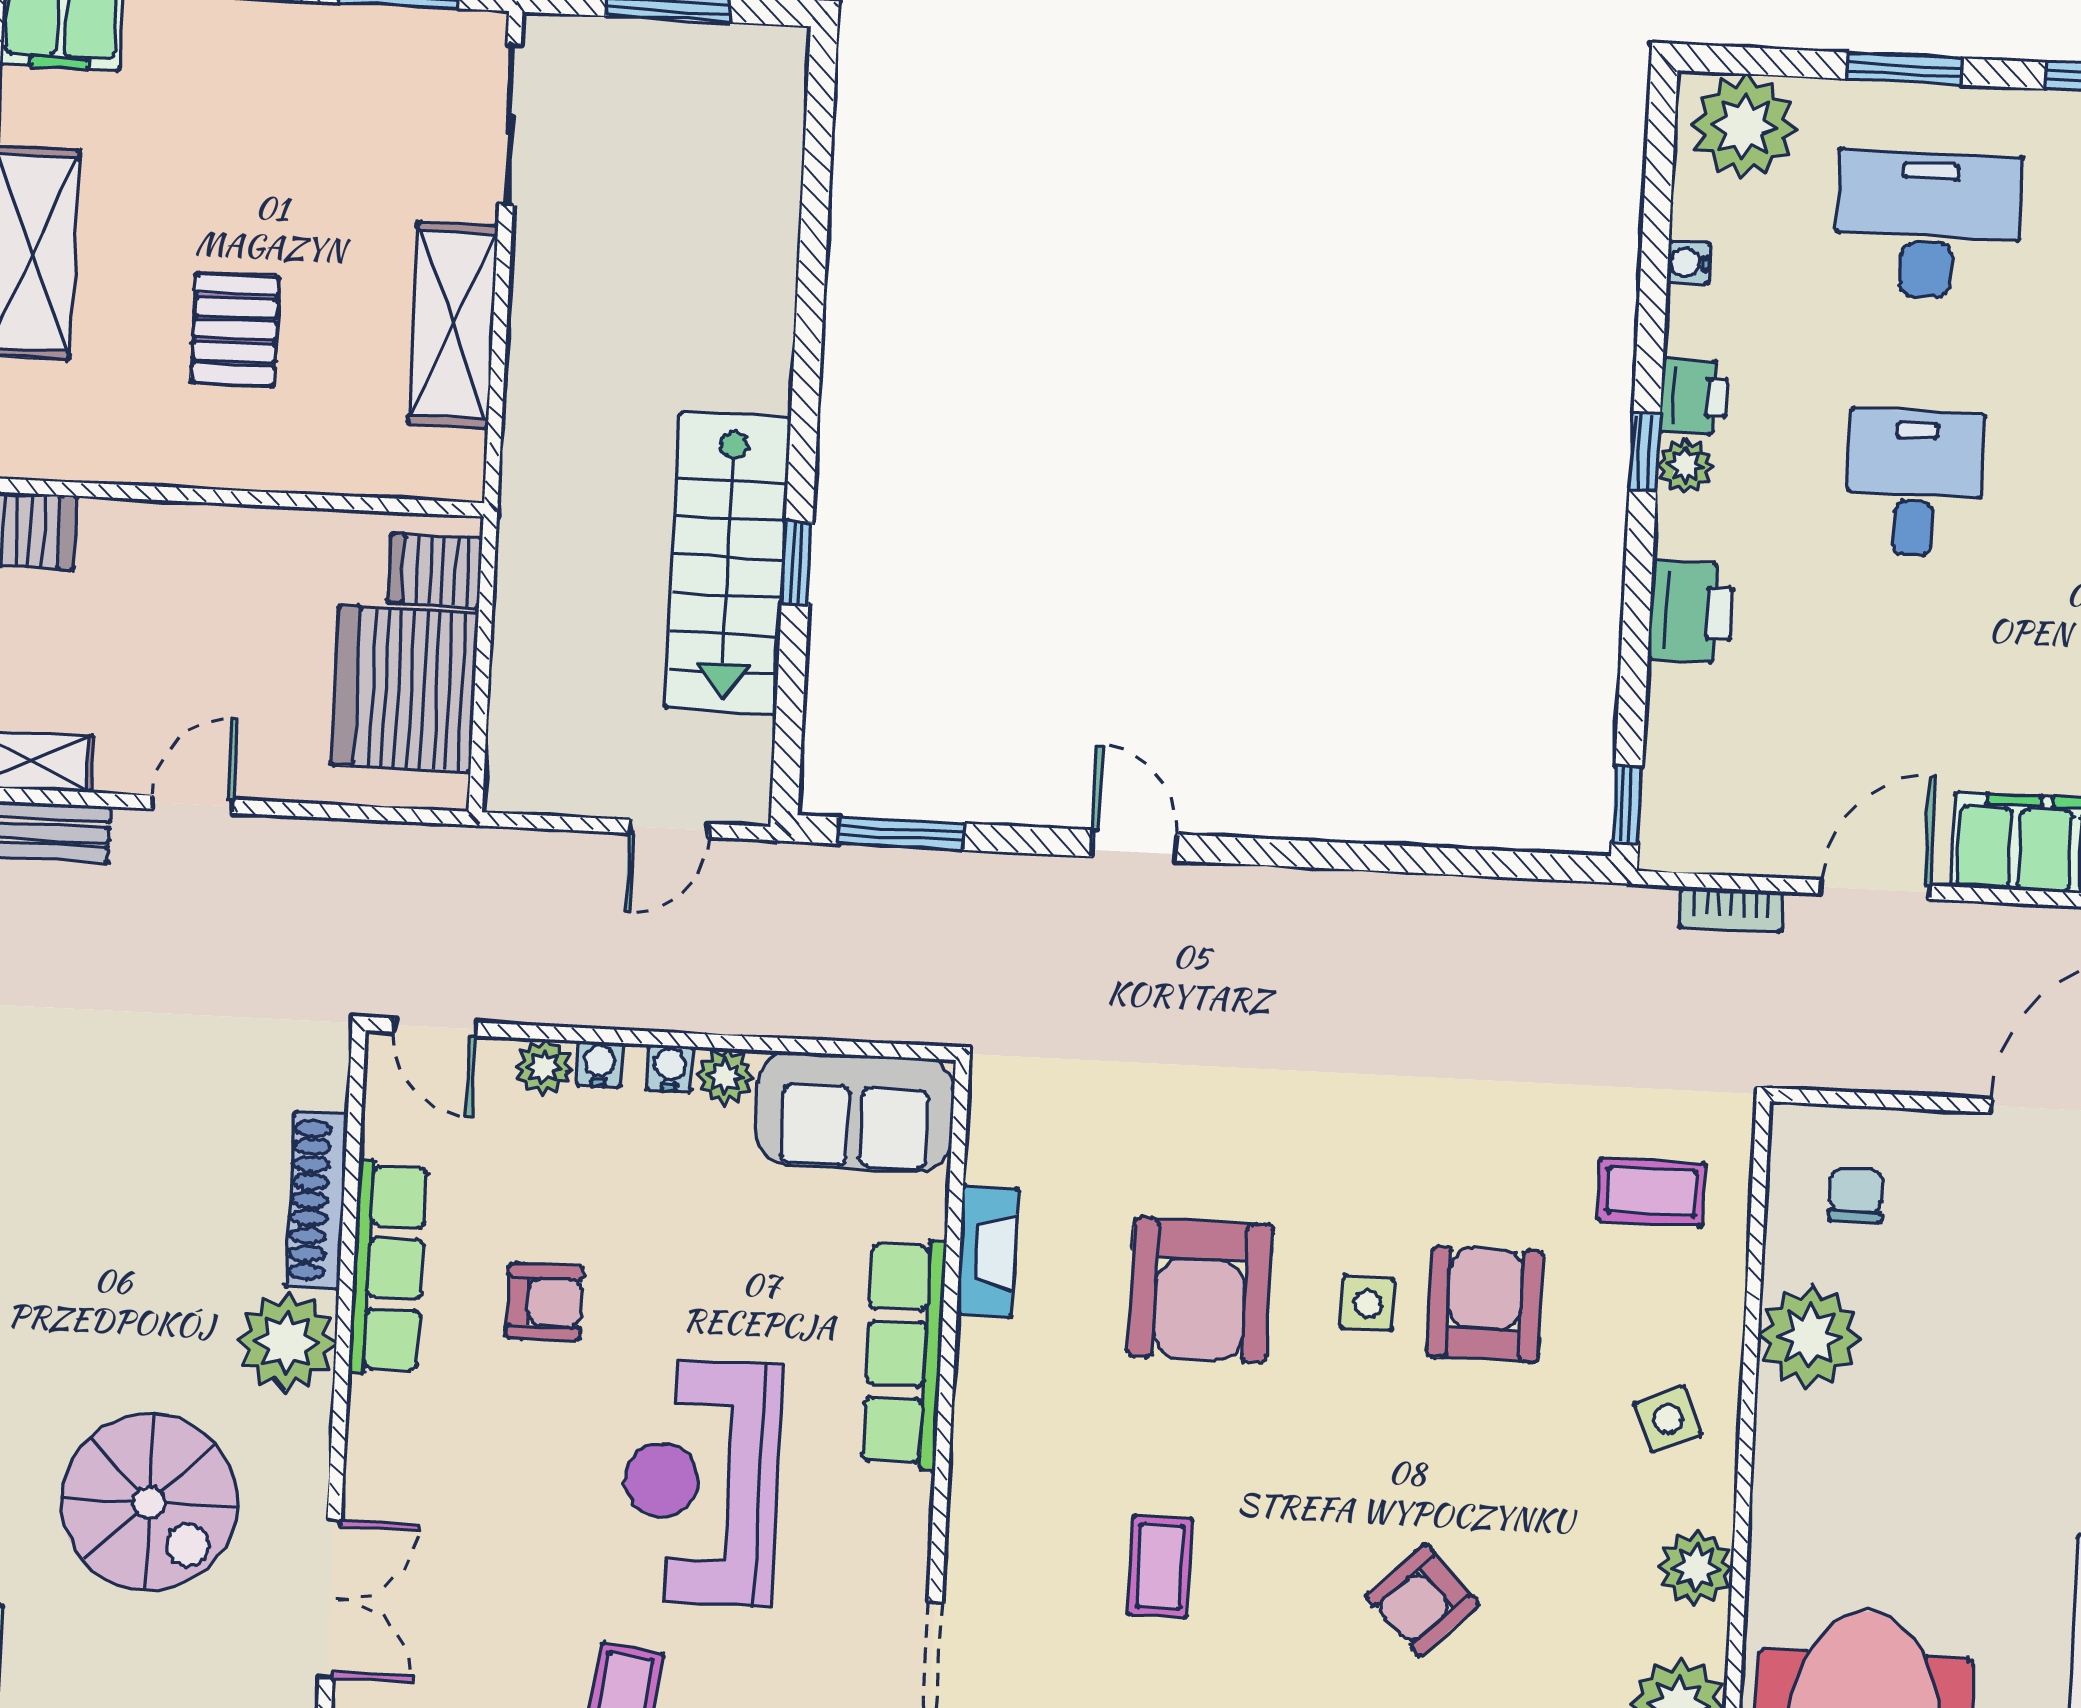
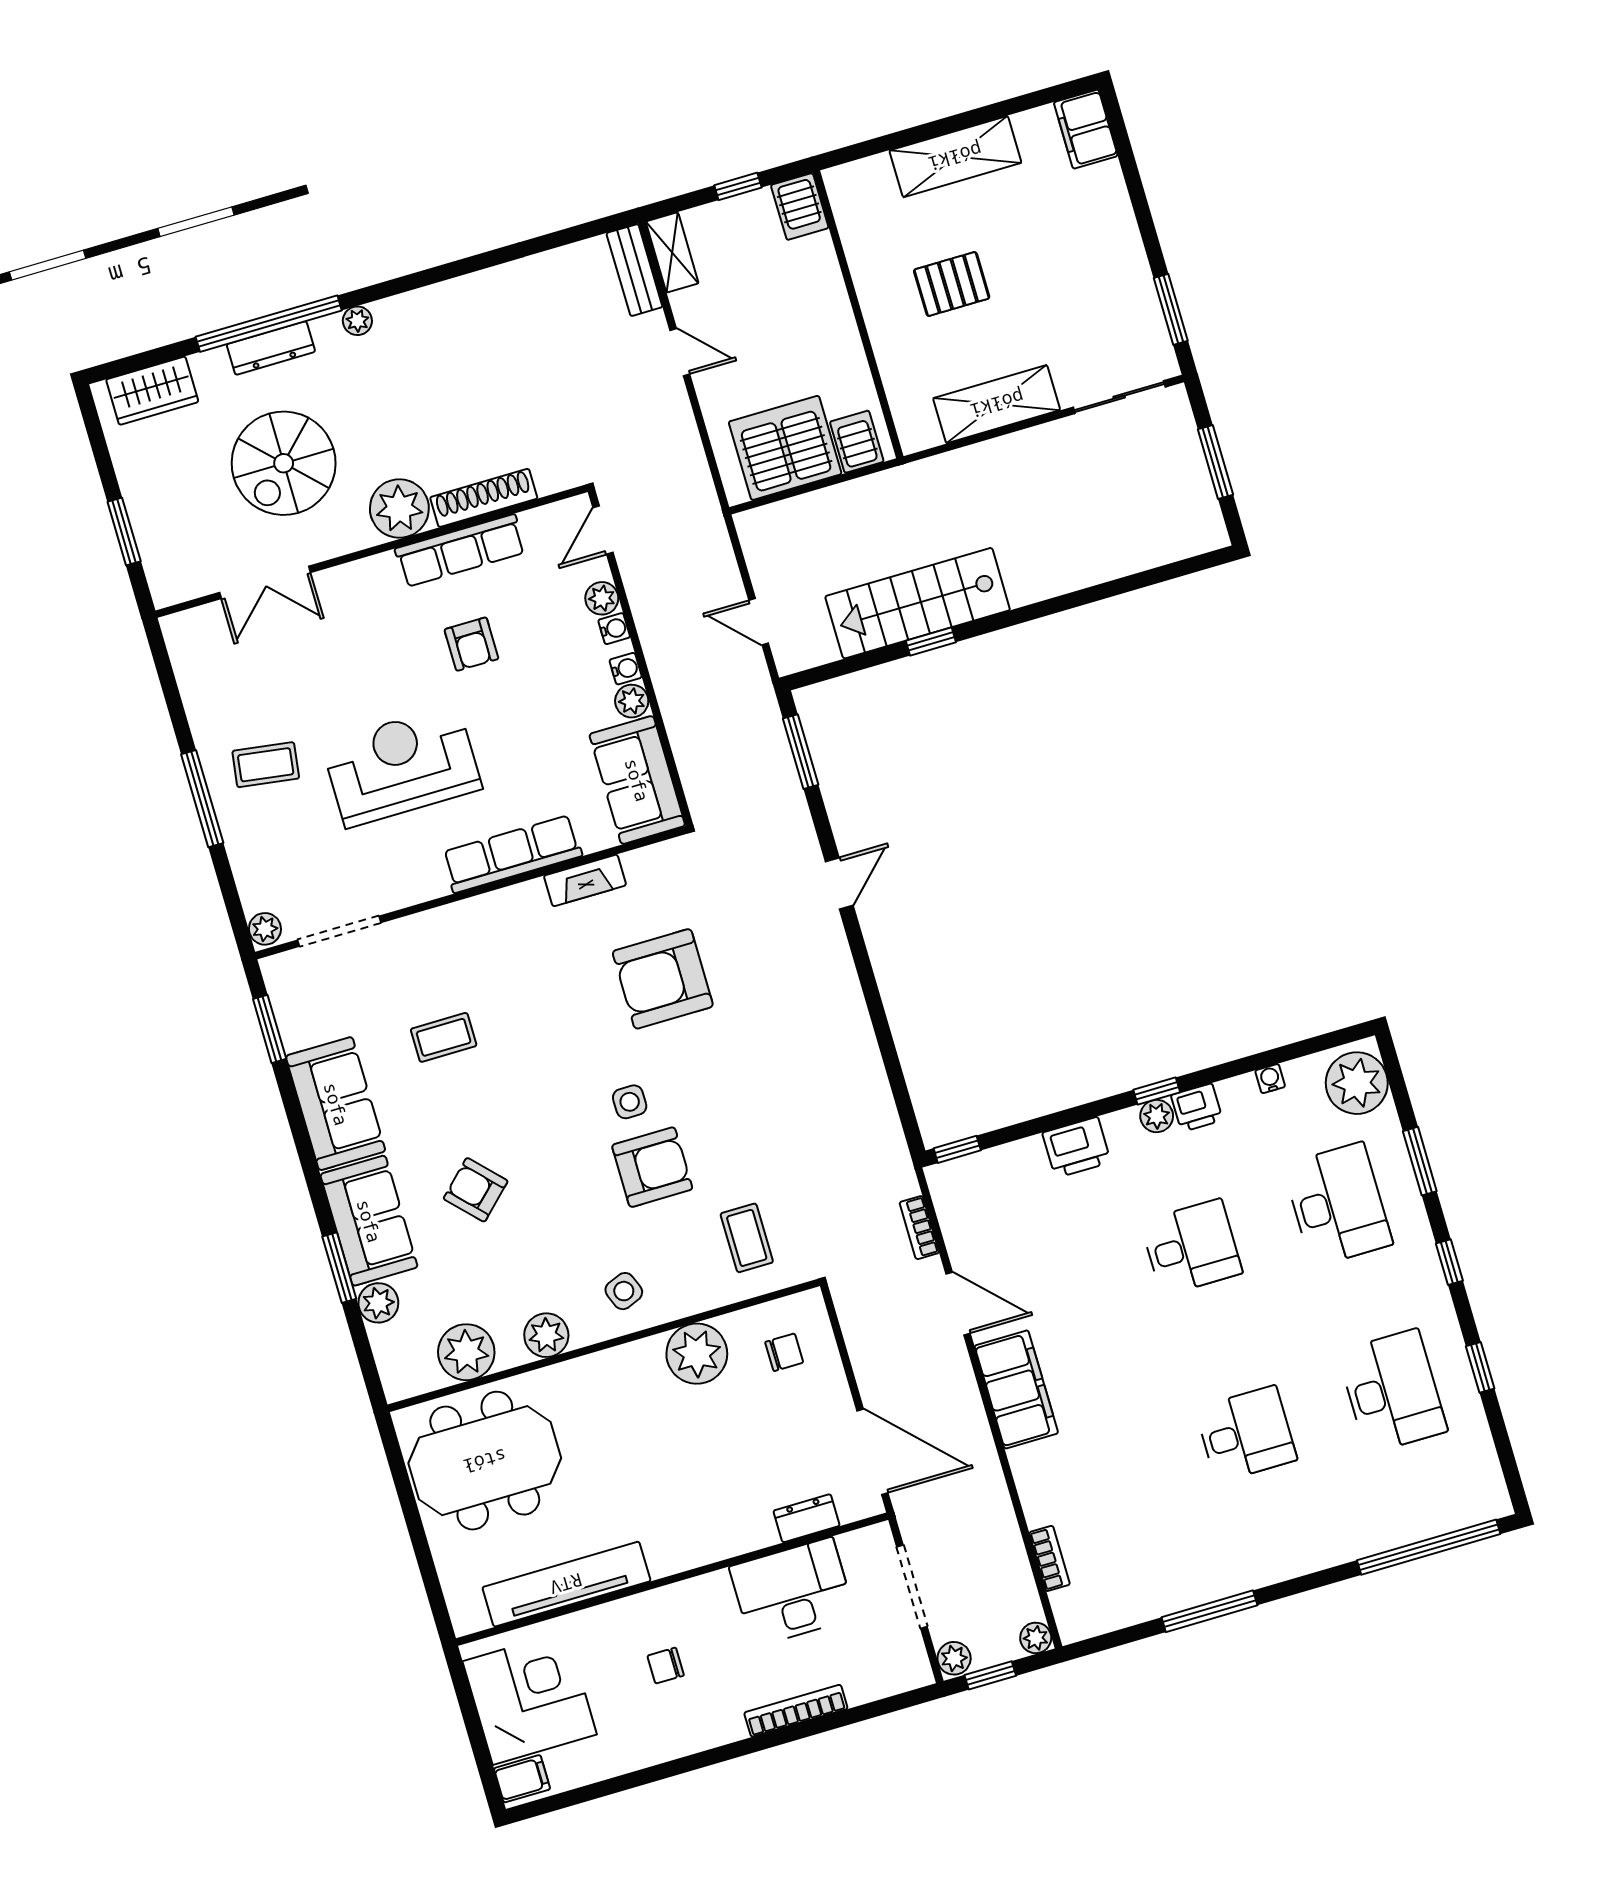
armchair: (1200, 1290) -> (663, 979), moved

